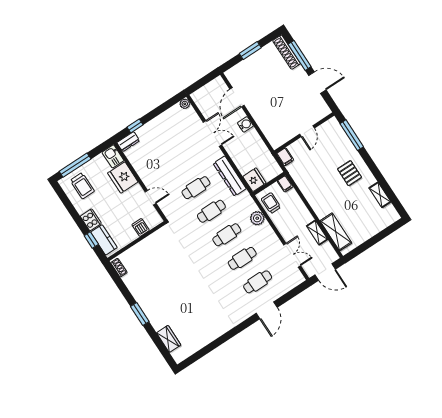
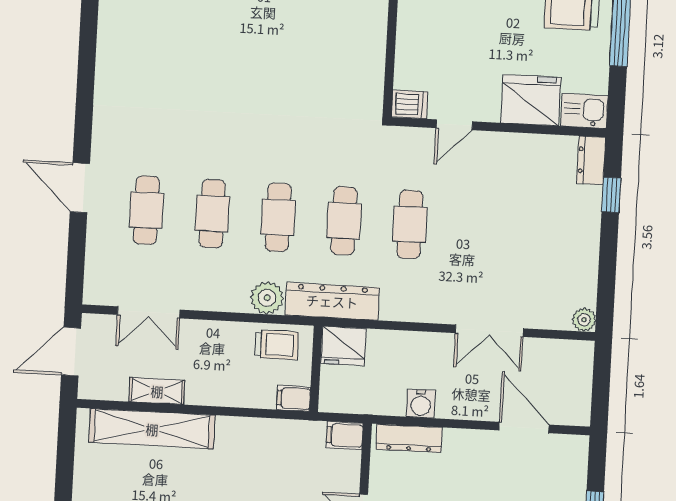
water cooler: (245, 124) -> (421, 404), moved
dresser: (270, 134) -> (409, 438), added
dresser: (230, 176) -> (332, 301), moved
dishwasher: (141, 227) -> (410, 104), moved
shelving: (336, 232) -> (152, 429), width x1.47

